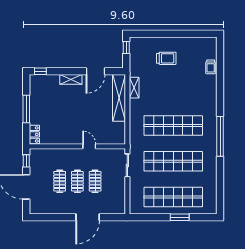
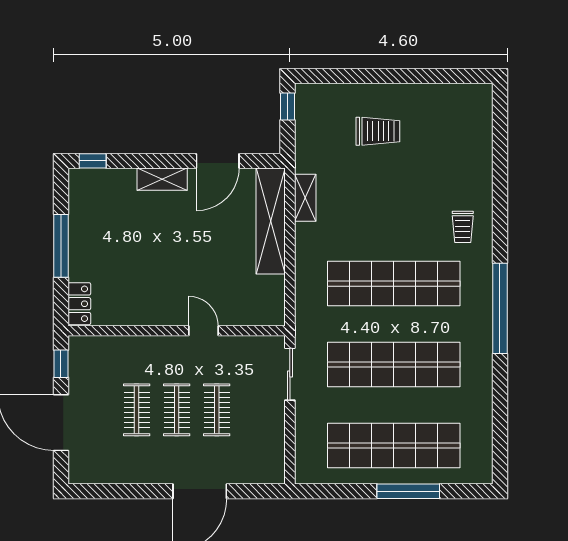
trolley: (211, 67) -> (463, 227), moved
window: (180, 217) -> (408, 491), width x1.44

